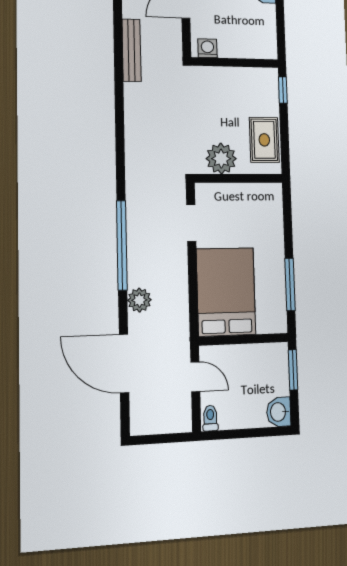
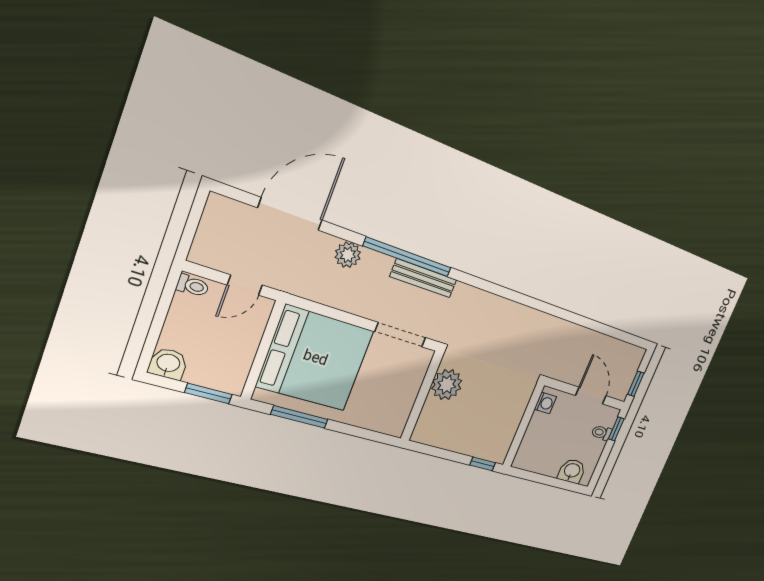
bench: (132, 50) -> (423, 278), moved
rug: (264, 140) -> (447, 432), removed
doorway: (191, 223) -> (400, 335), width x1.38
bed: (226, 292) -> (315, 359), width x1.36

